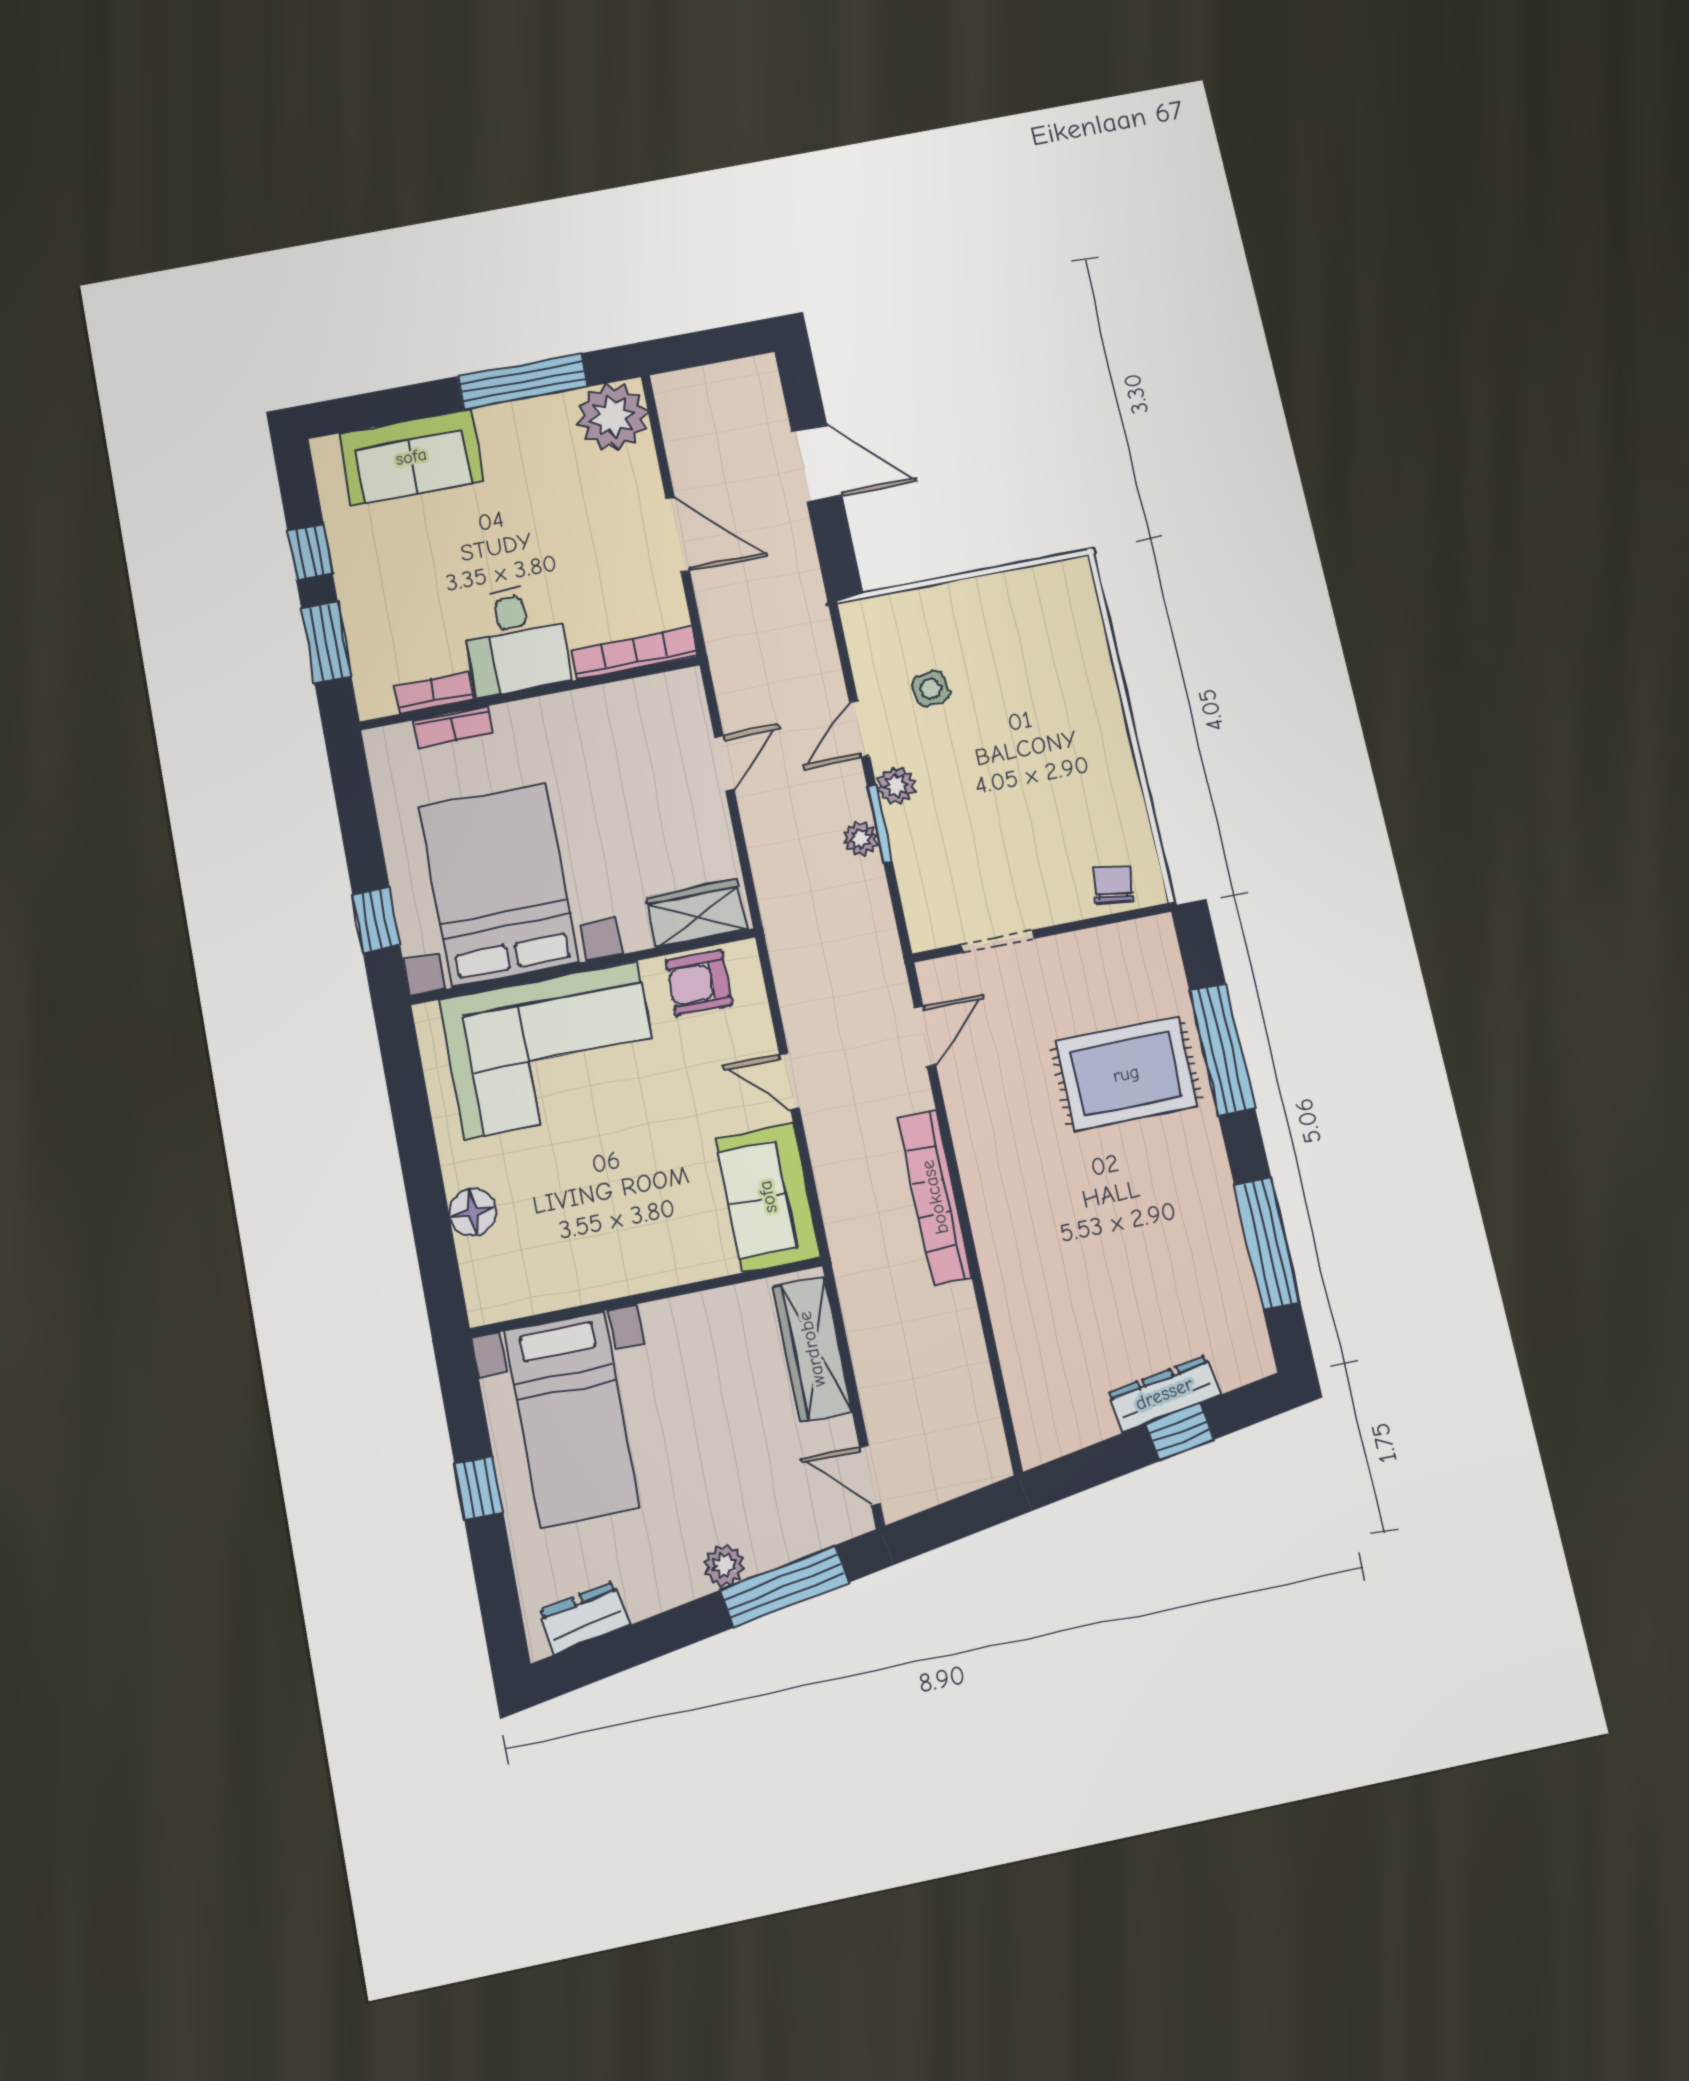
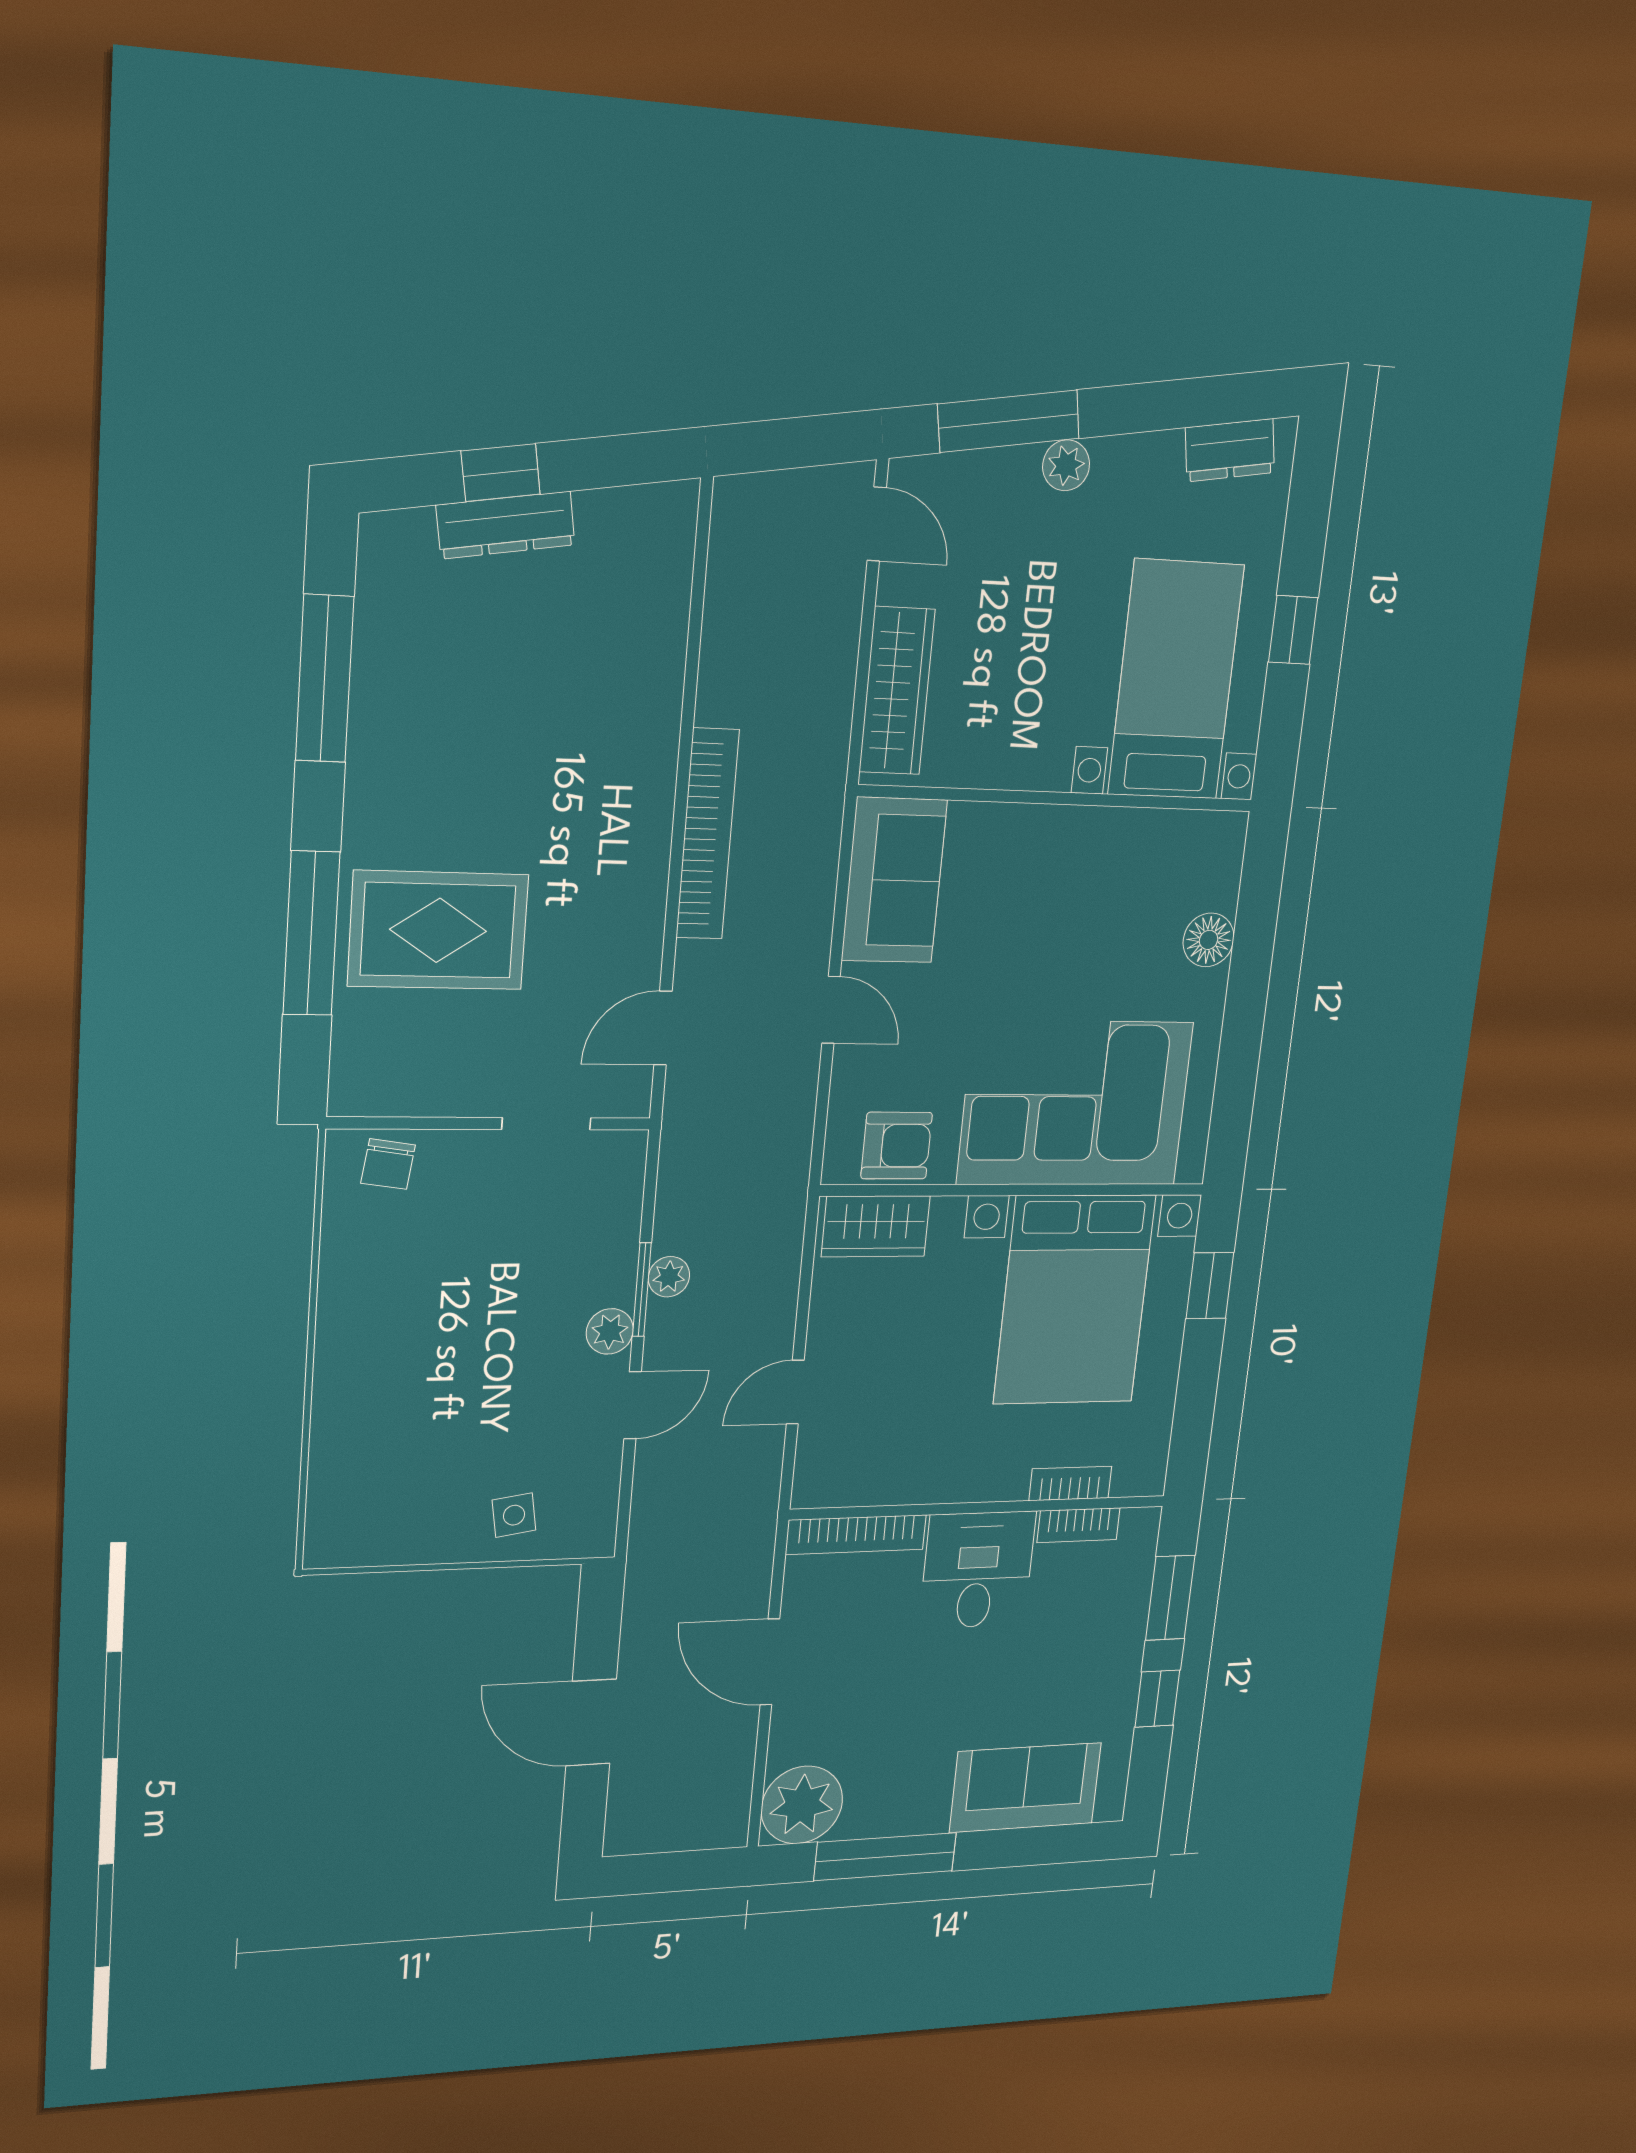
side table: (931, 689) -> (514, 1515), moved

